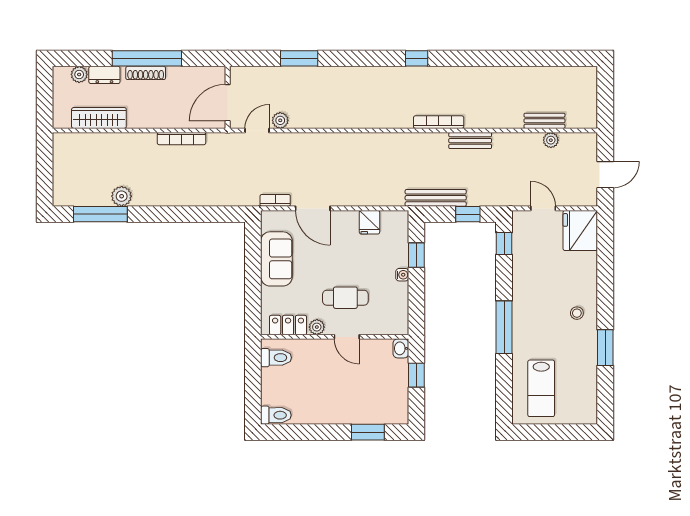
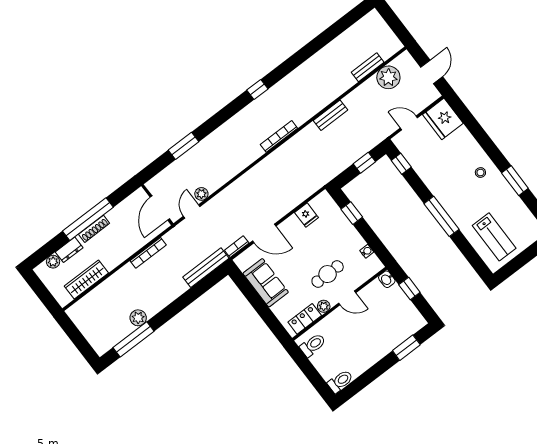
bookcase: (439, 122) -> (279, 136), moved
plant: (551, 140) -> (388, 77), width x1.88, depth x1.88
bench: (436, 198) -> (206, 268), moved
water cooler: (402, 275) -> (367, 251), moved

